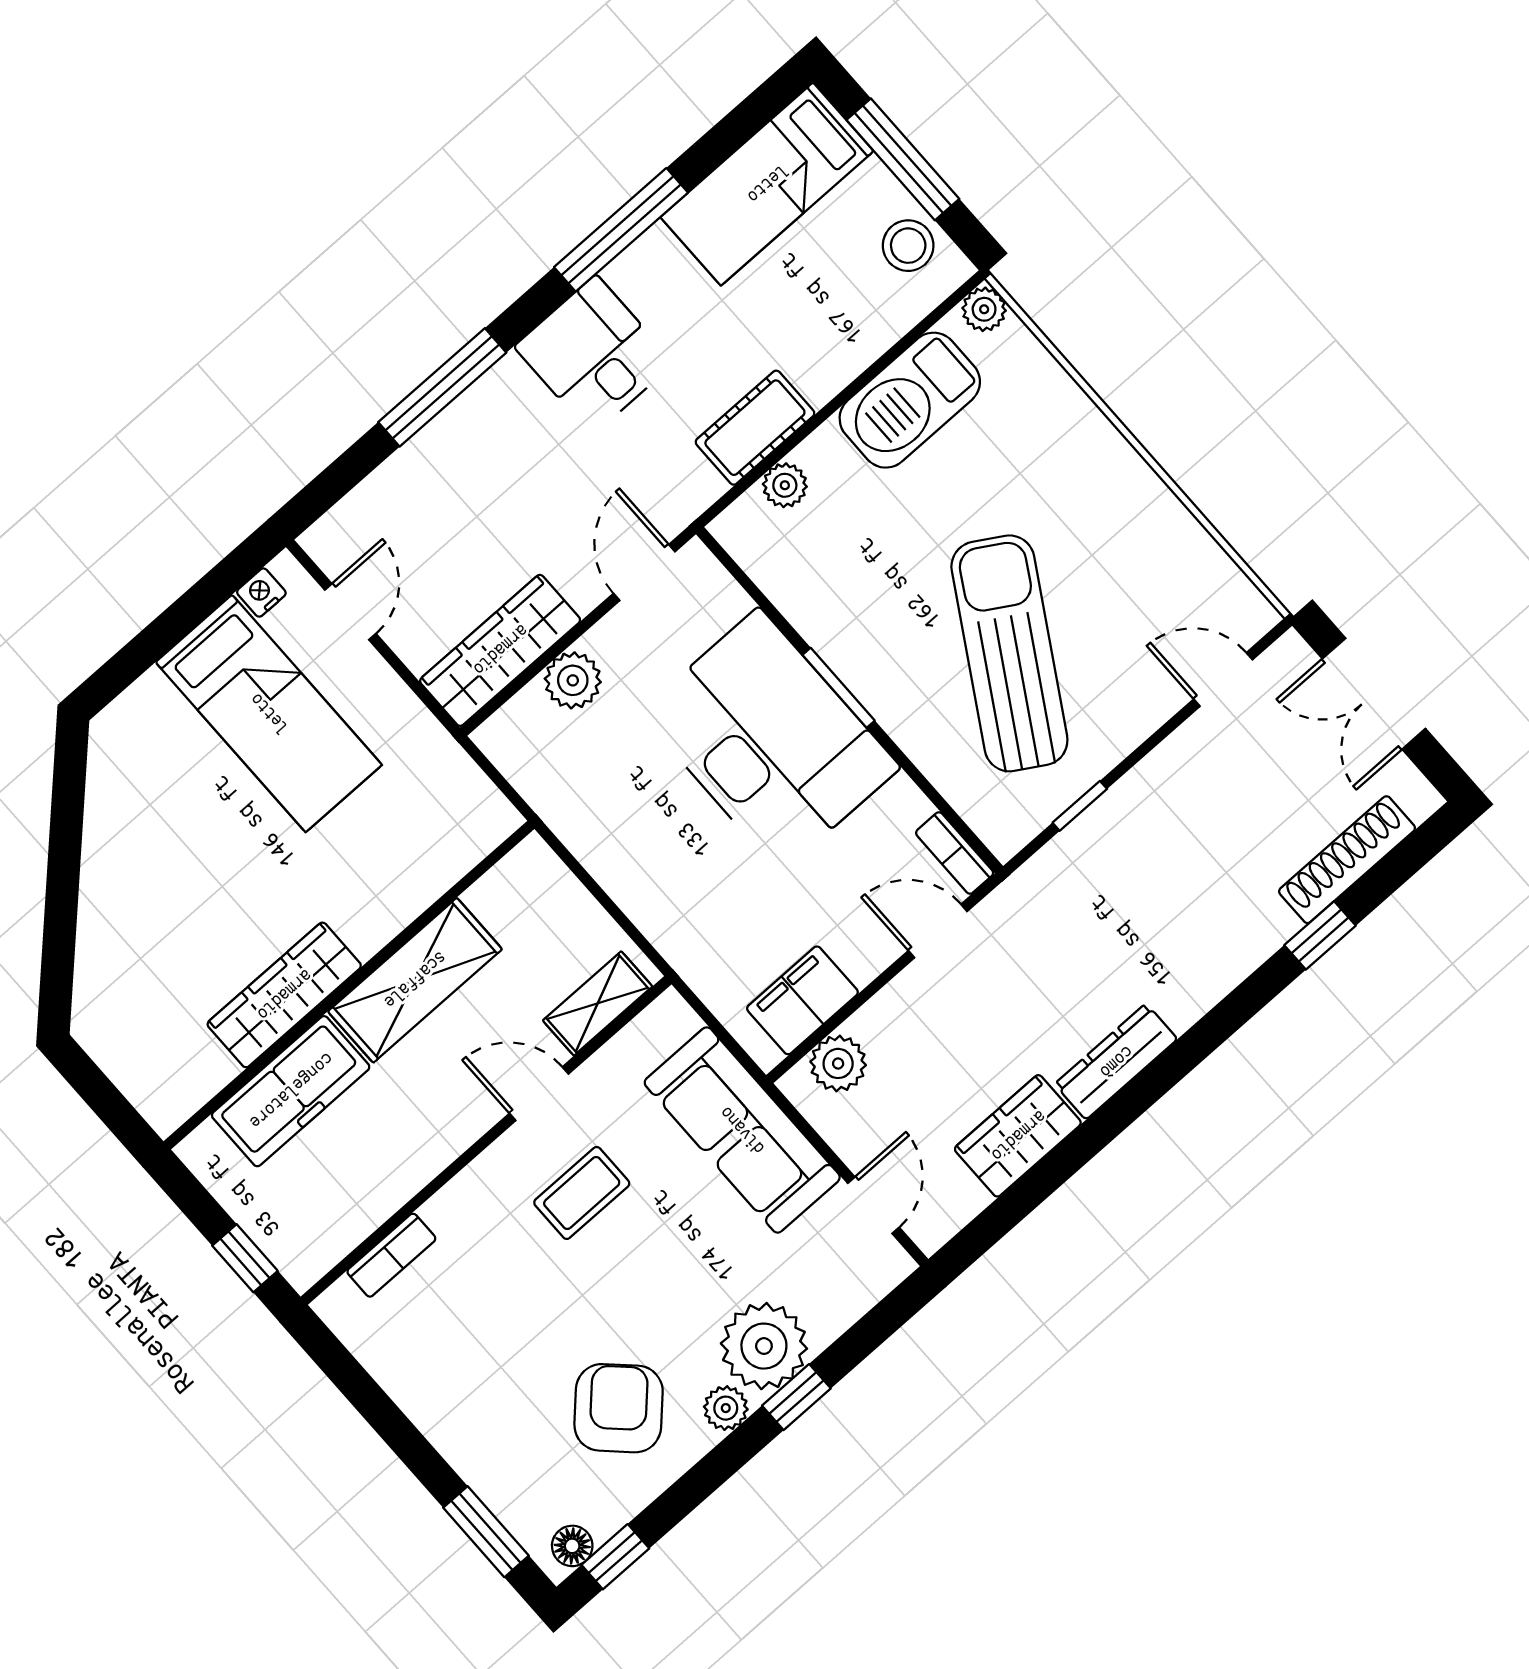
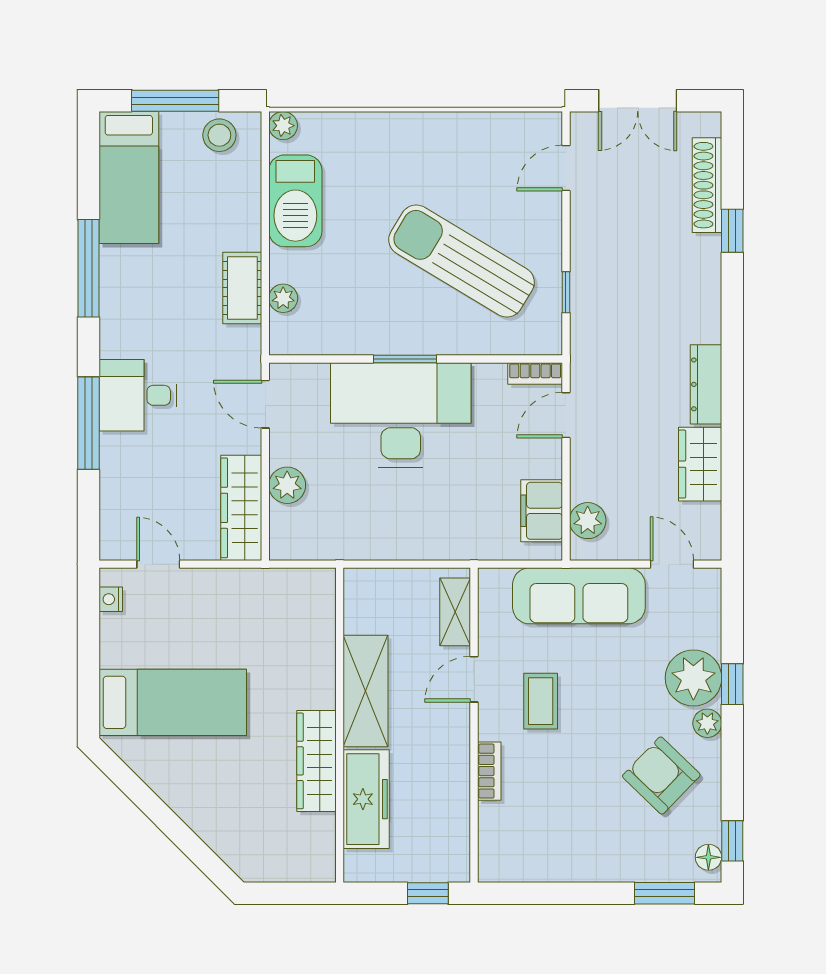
desk: (594, 355) -> (138, 395), moved
bed: (269, 713) -> (173, 702), moved
bookcase: (391, 1255) -> (489, 771), moved

